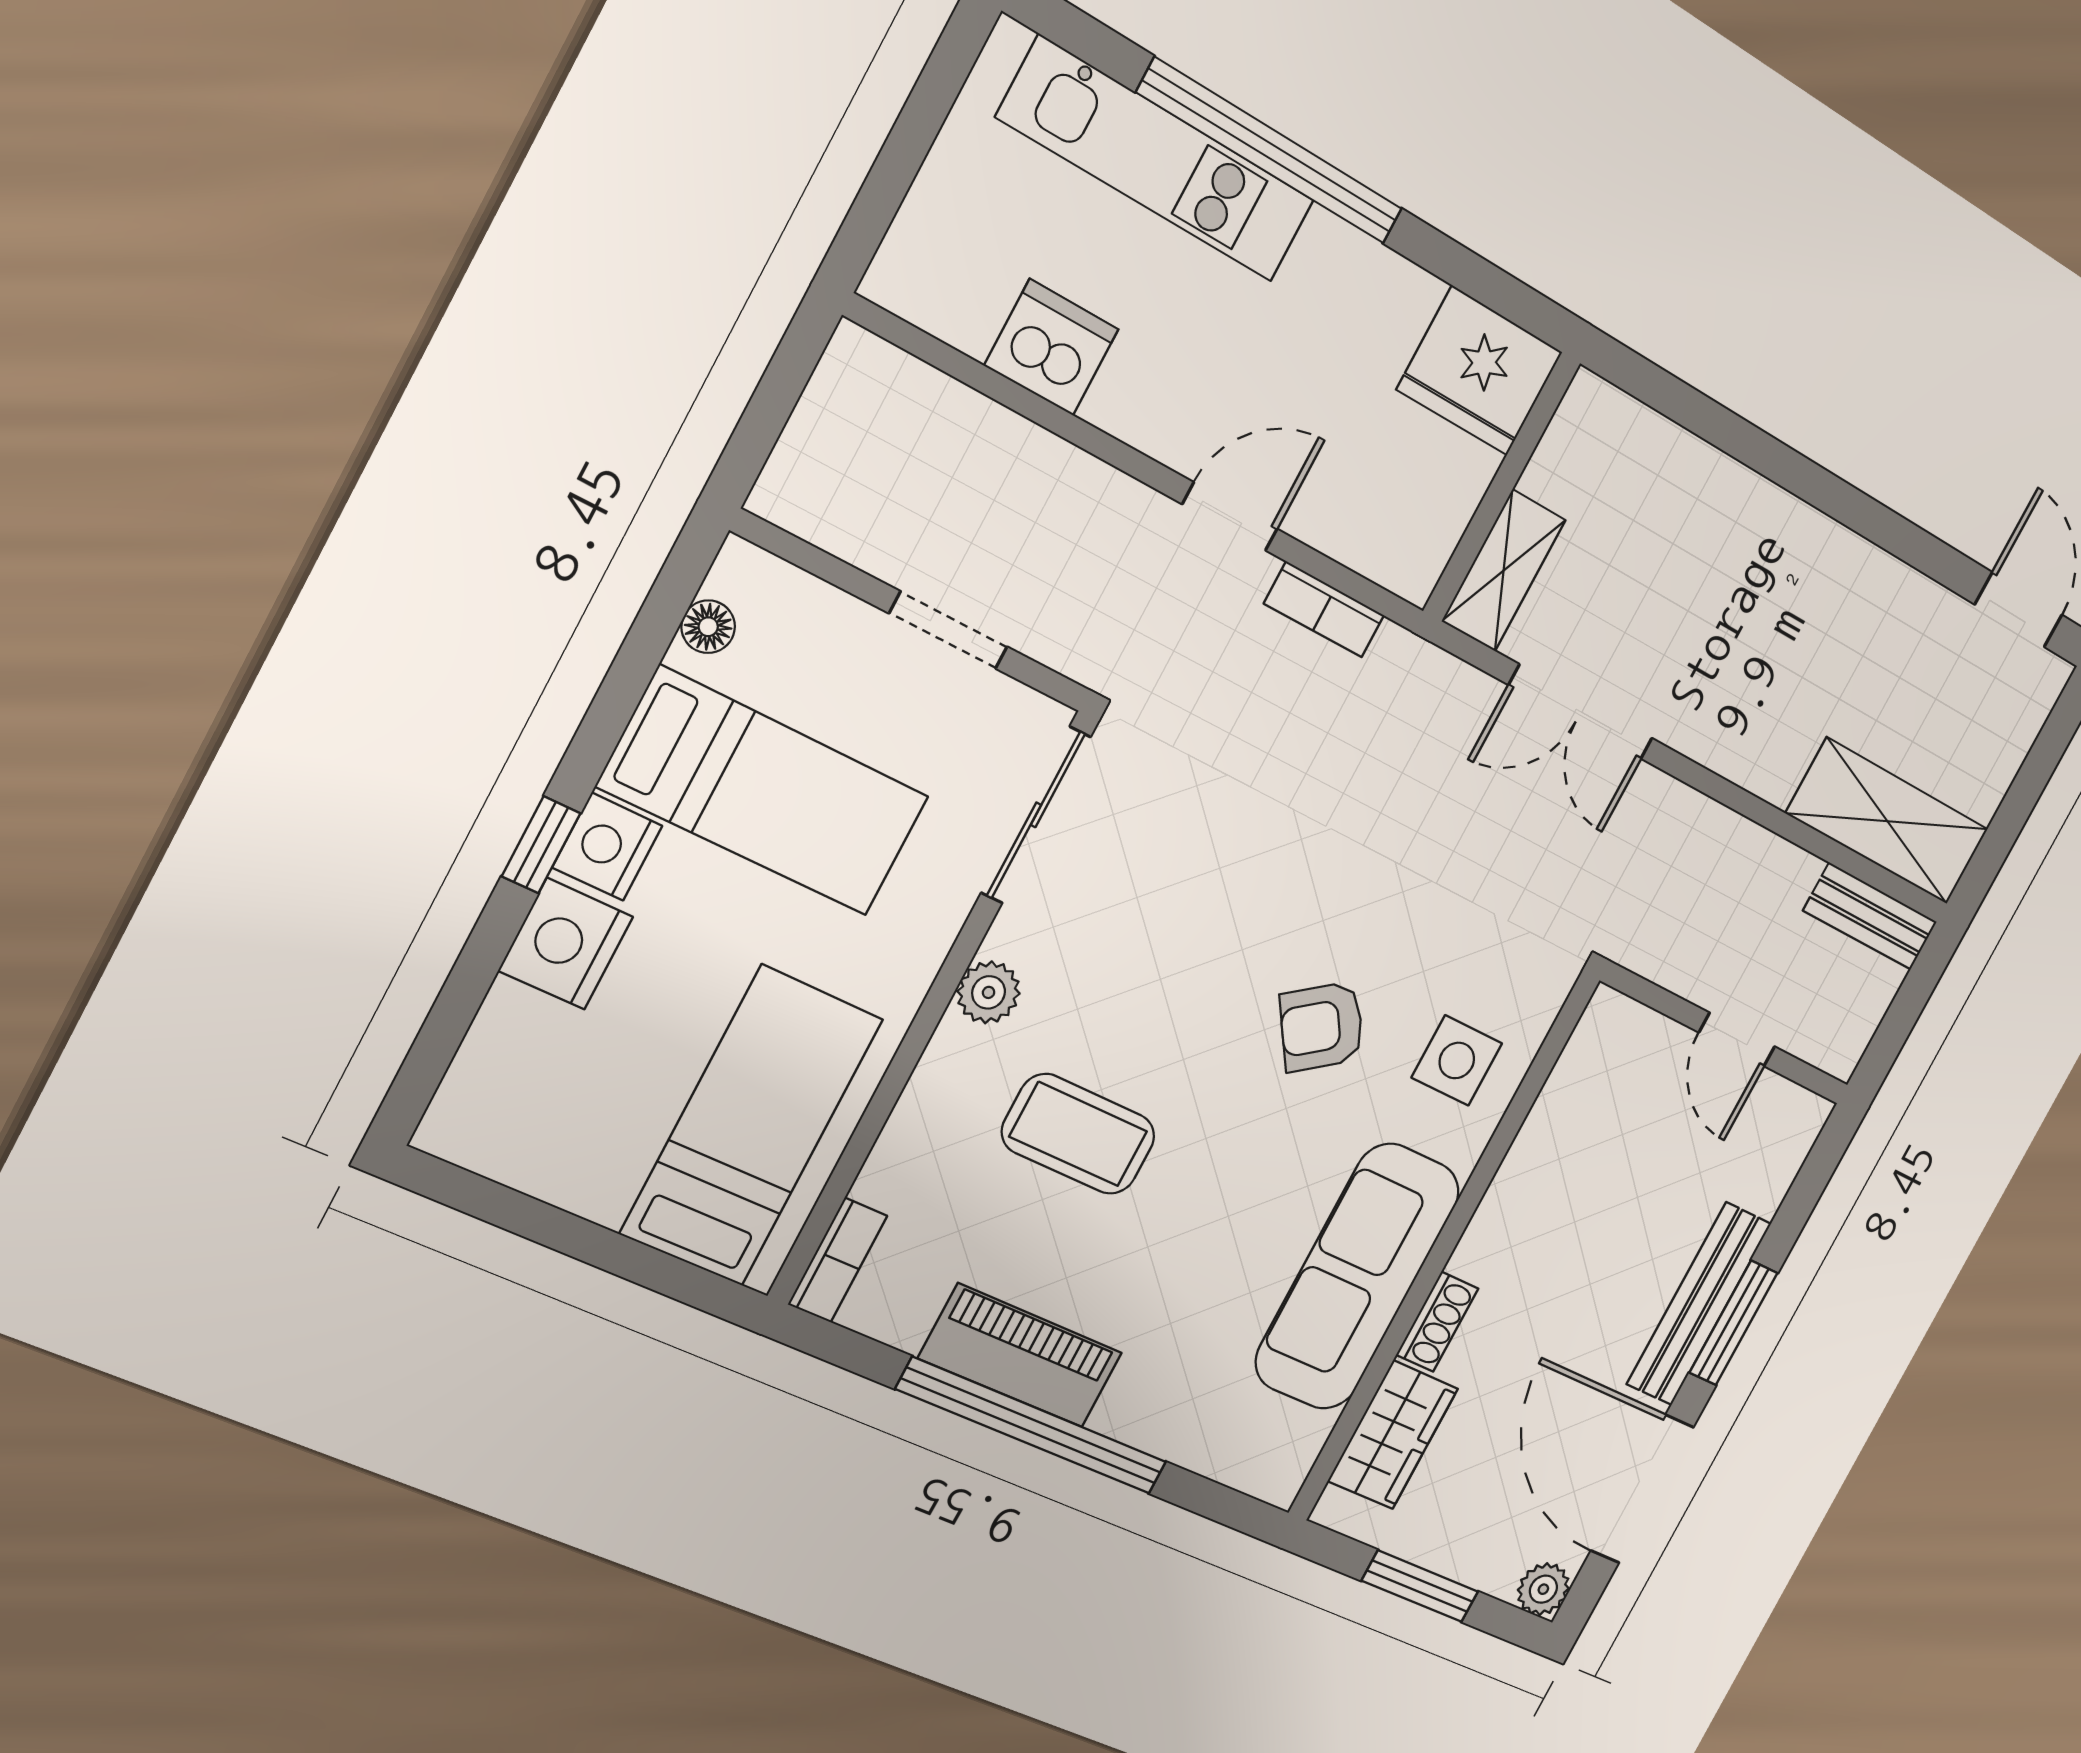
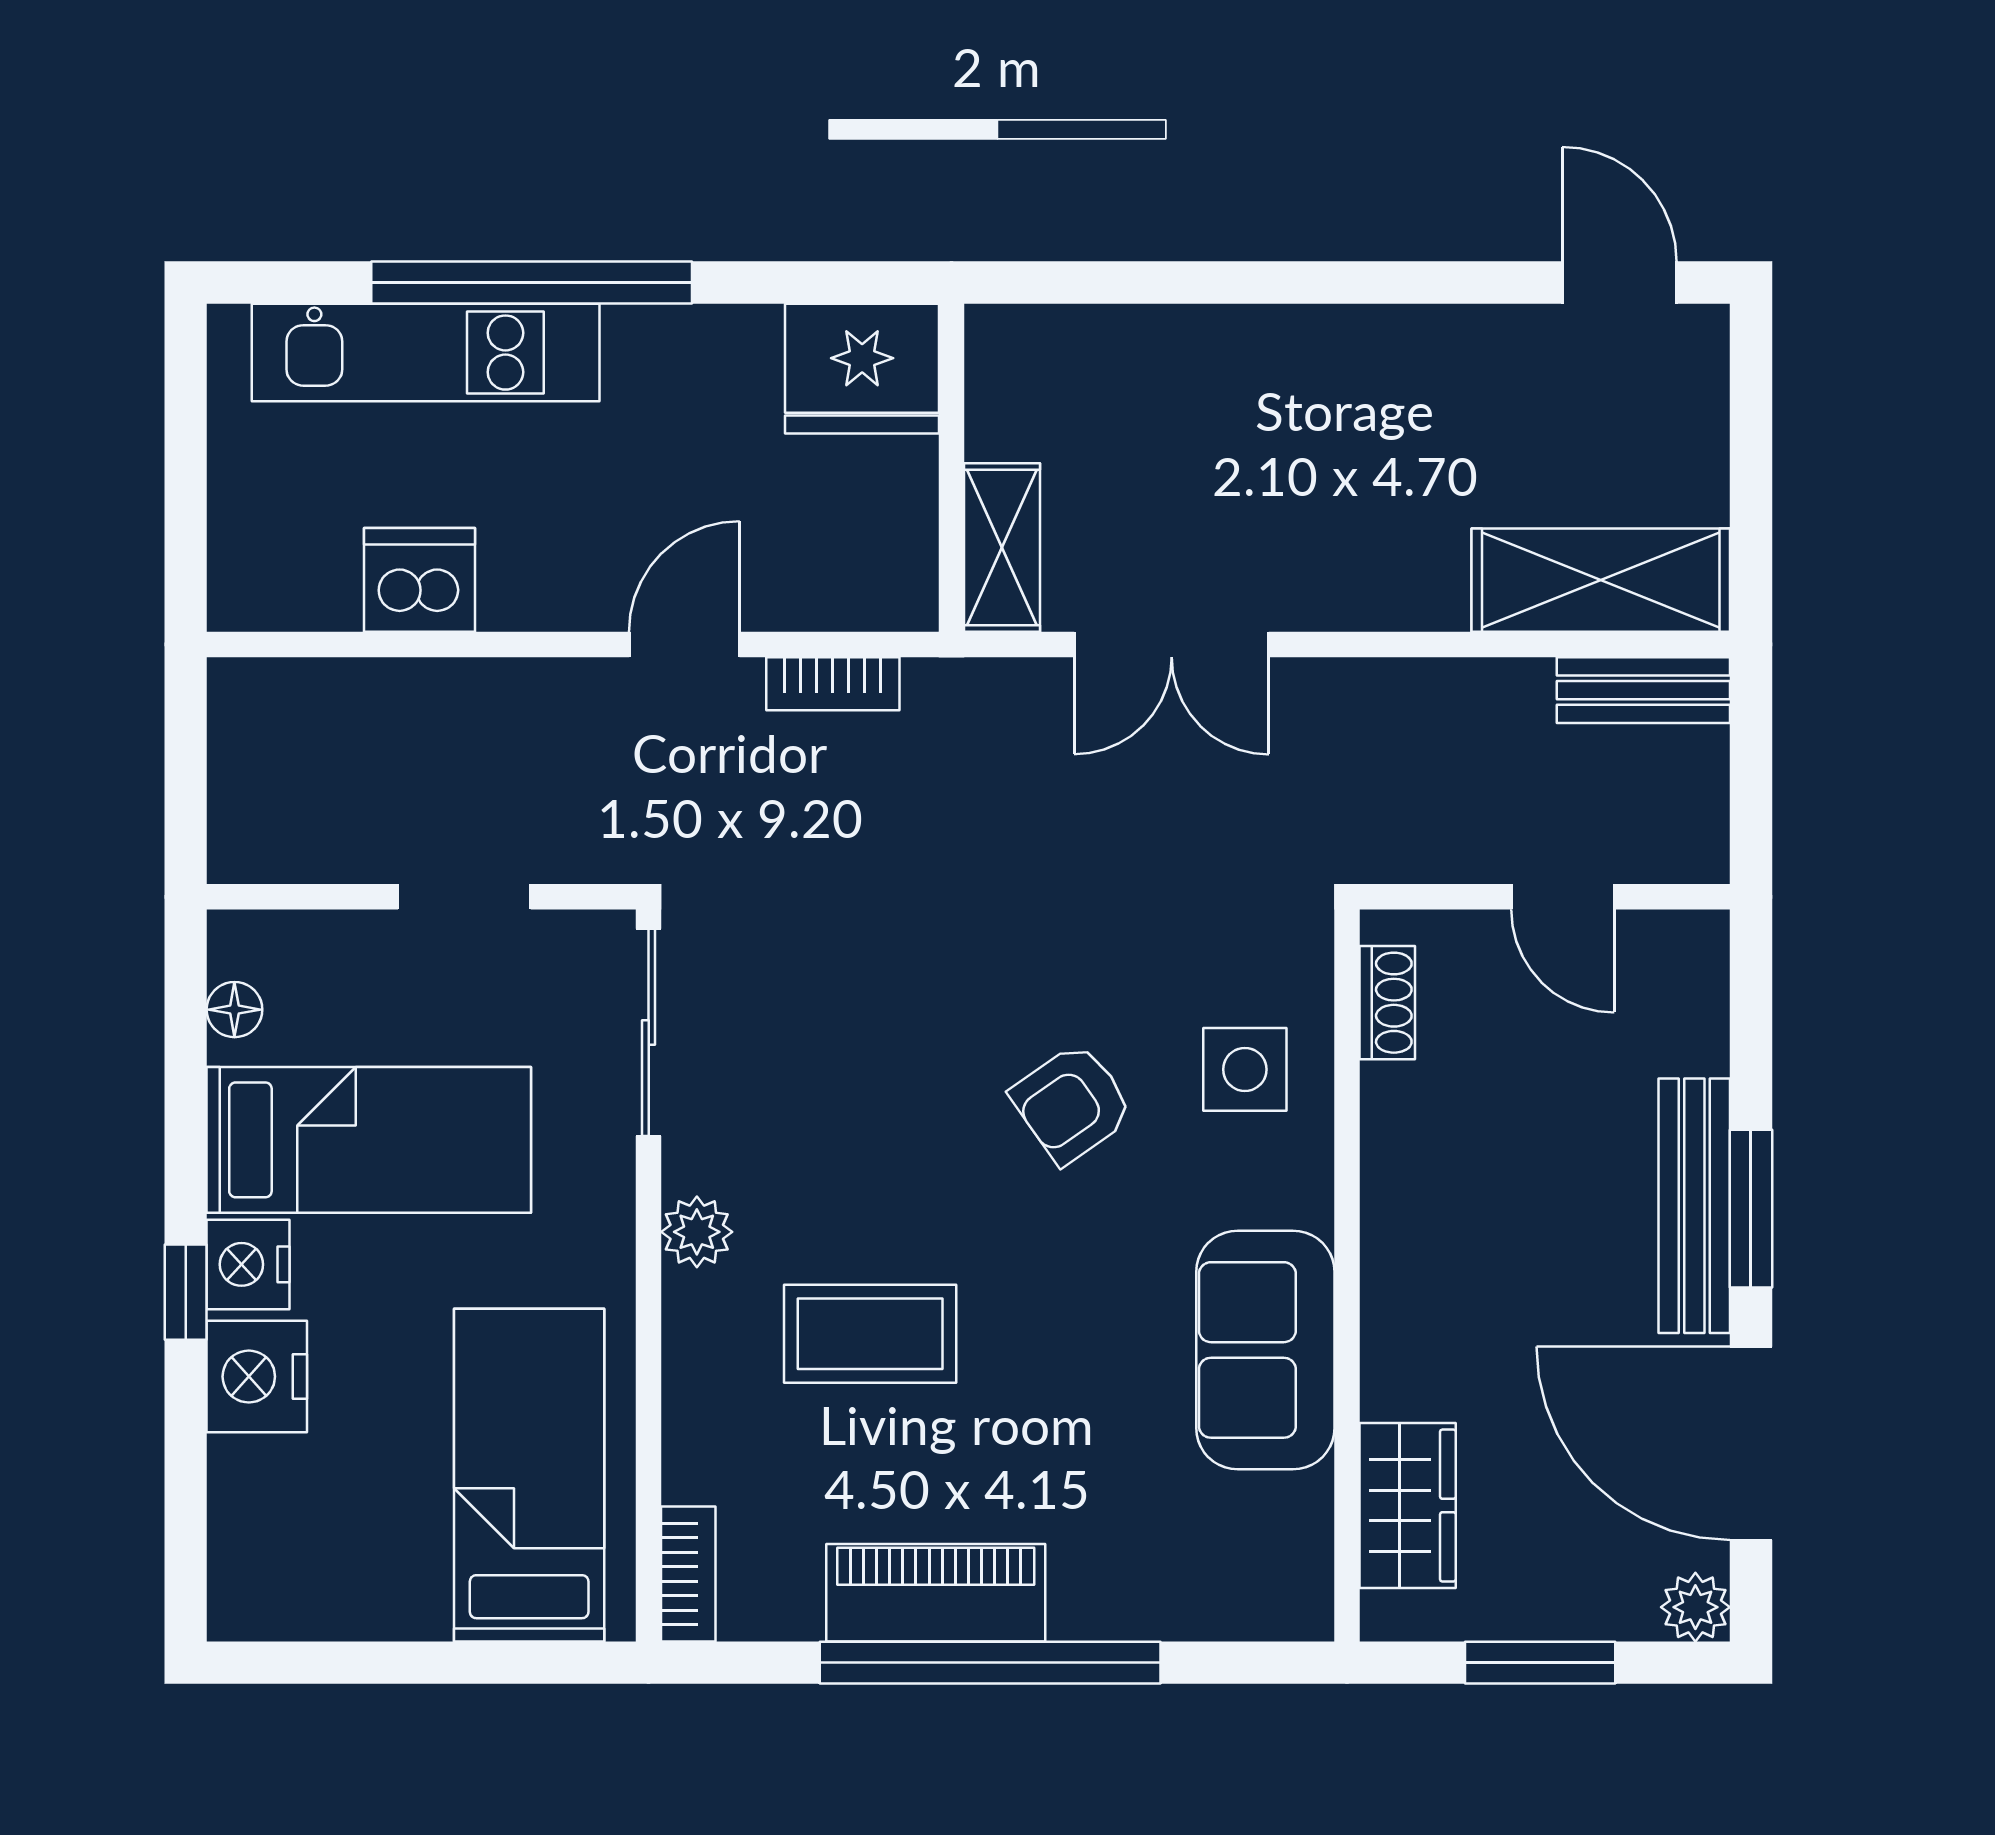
sofa: (1357, 1277) -> (1265, 1350), width x0.73
shoe rack: (1437, 1322) -> (1387, 1003), moved

